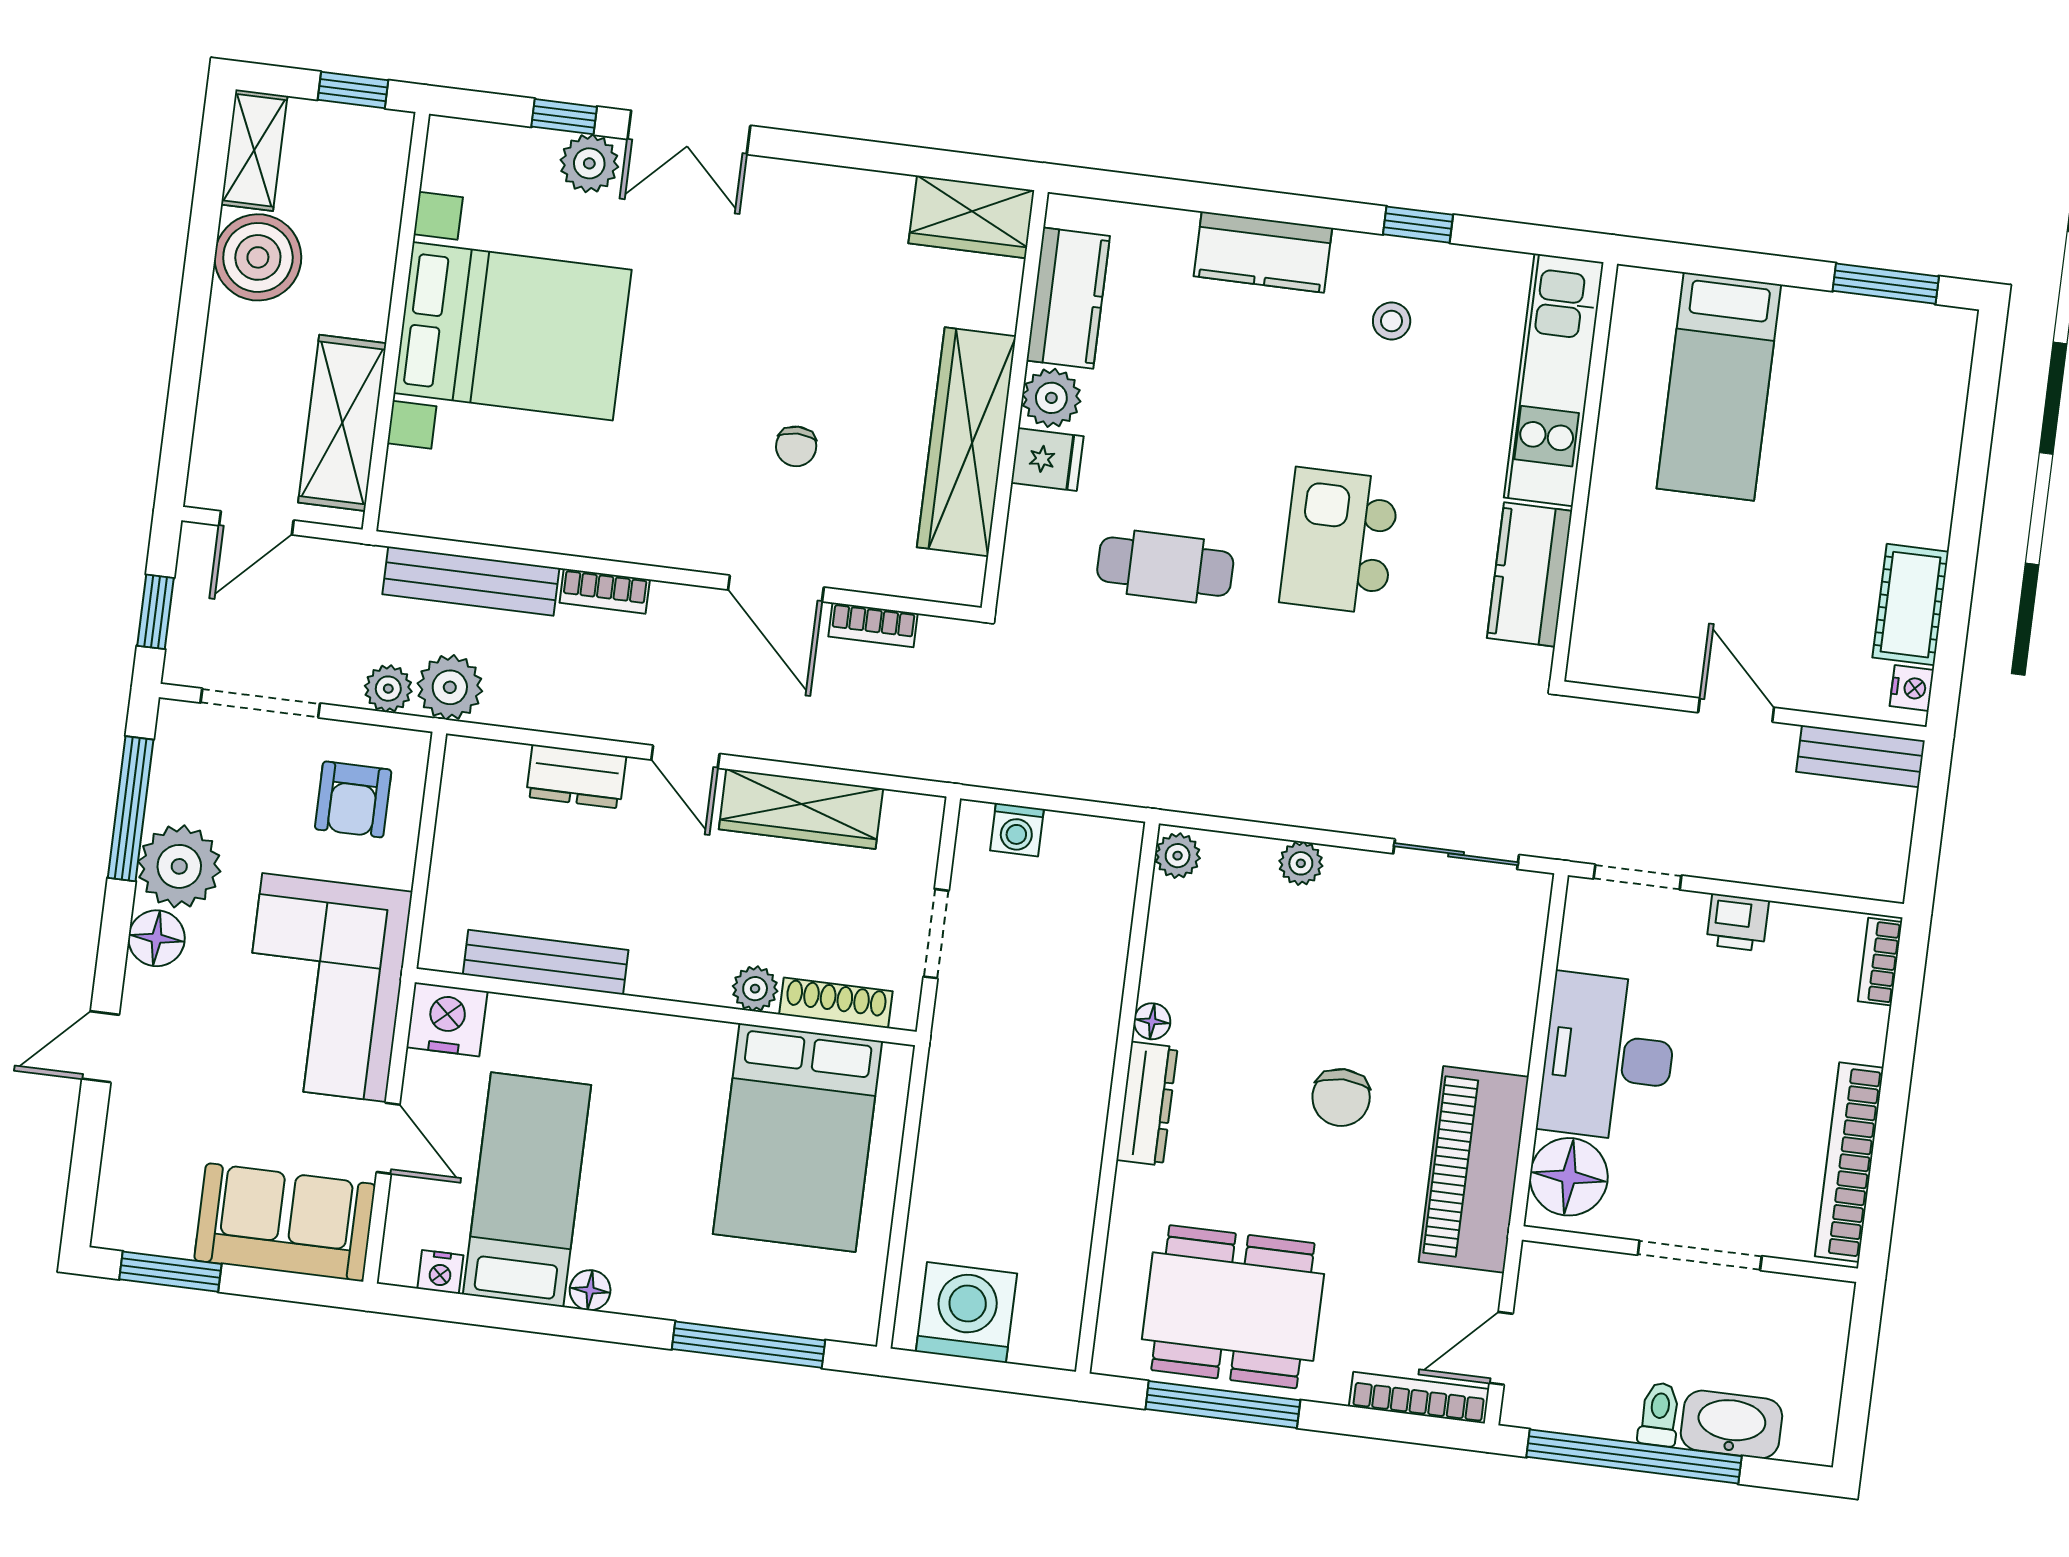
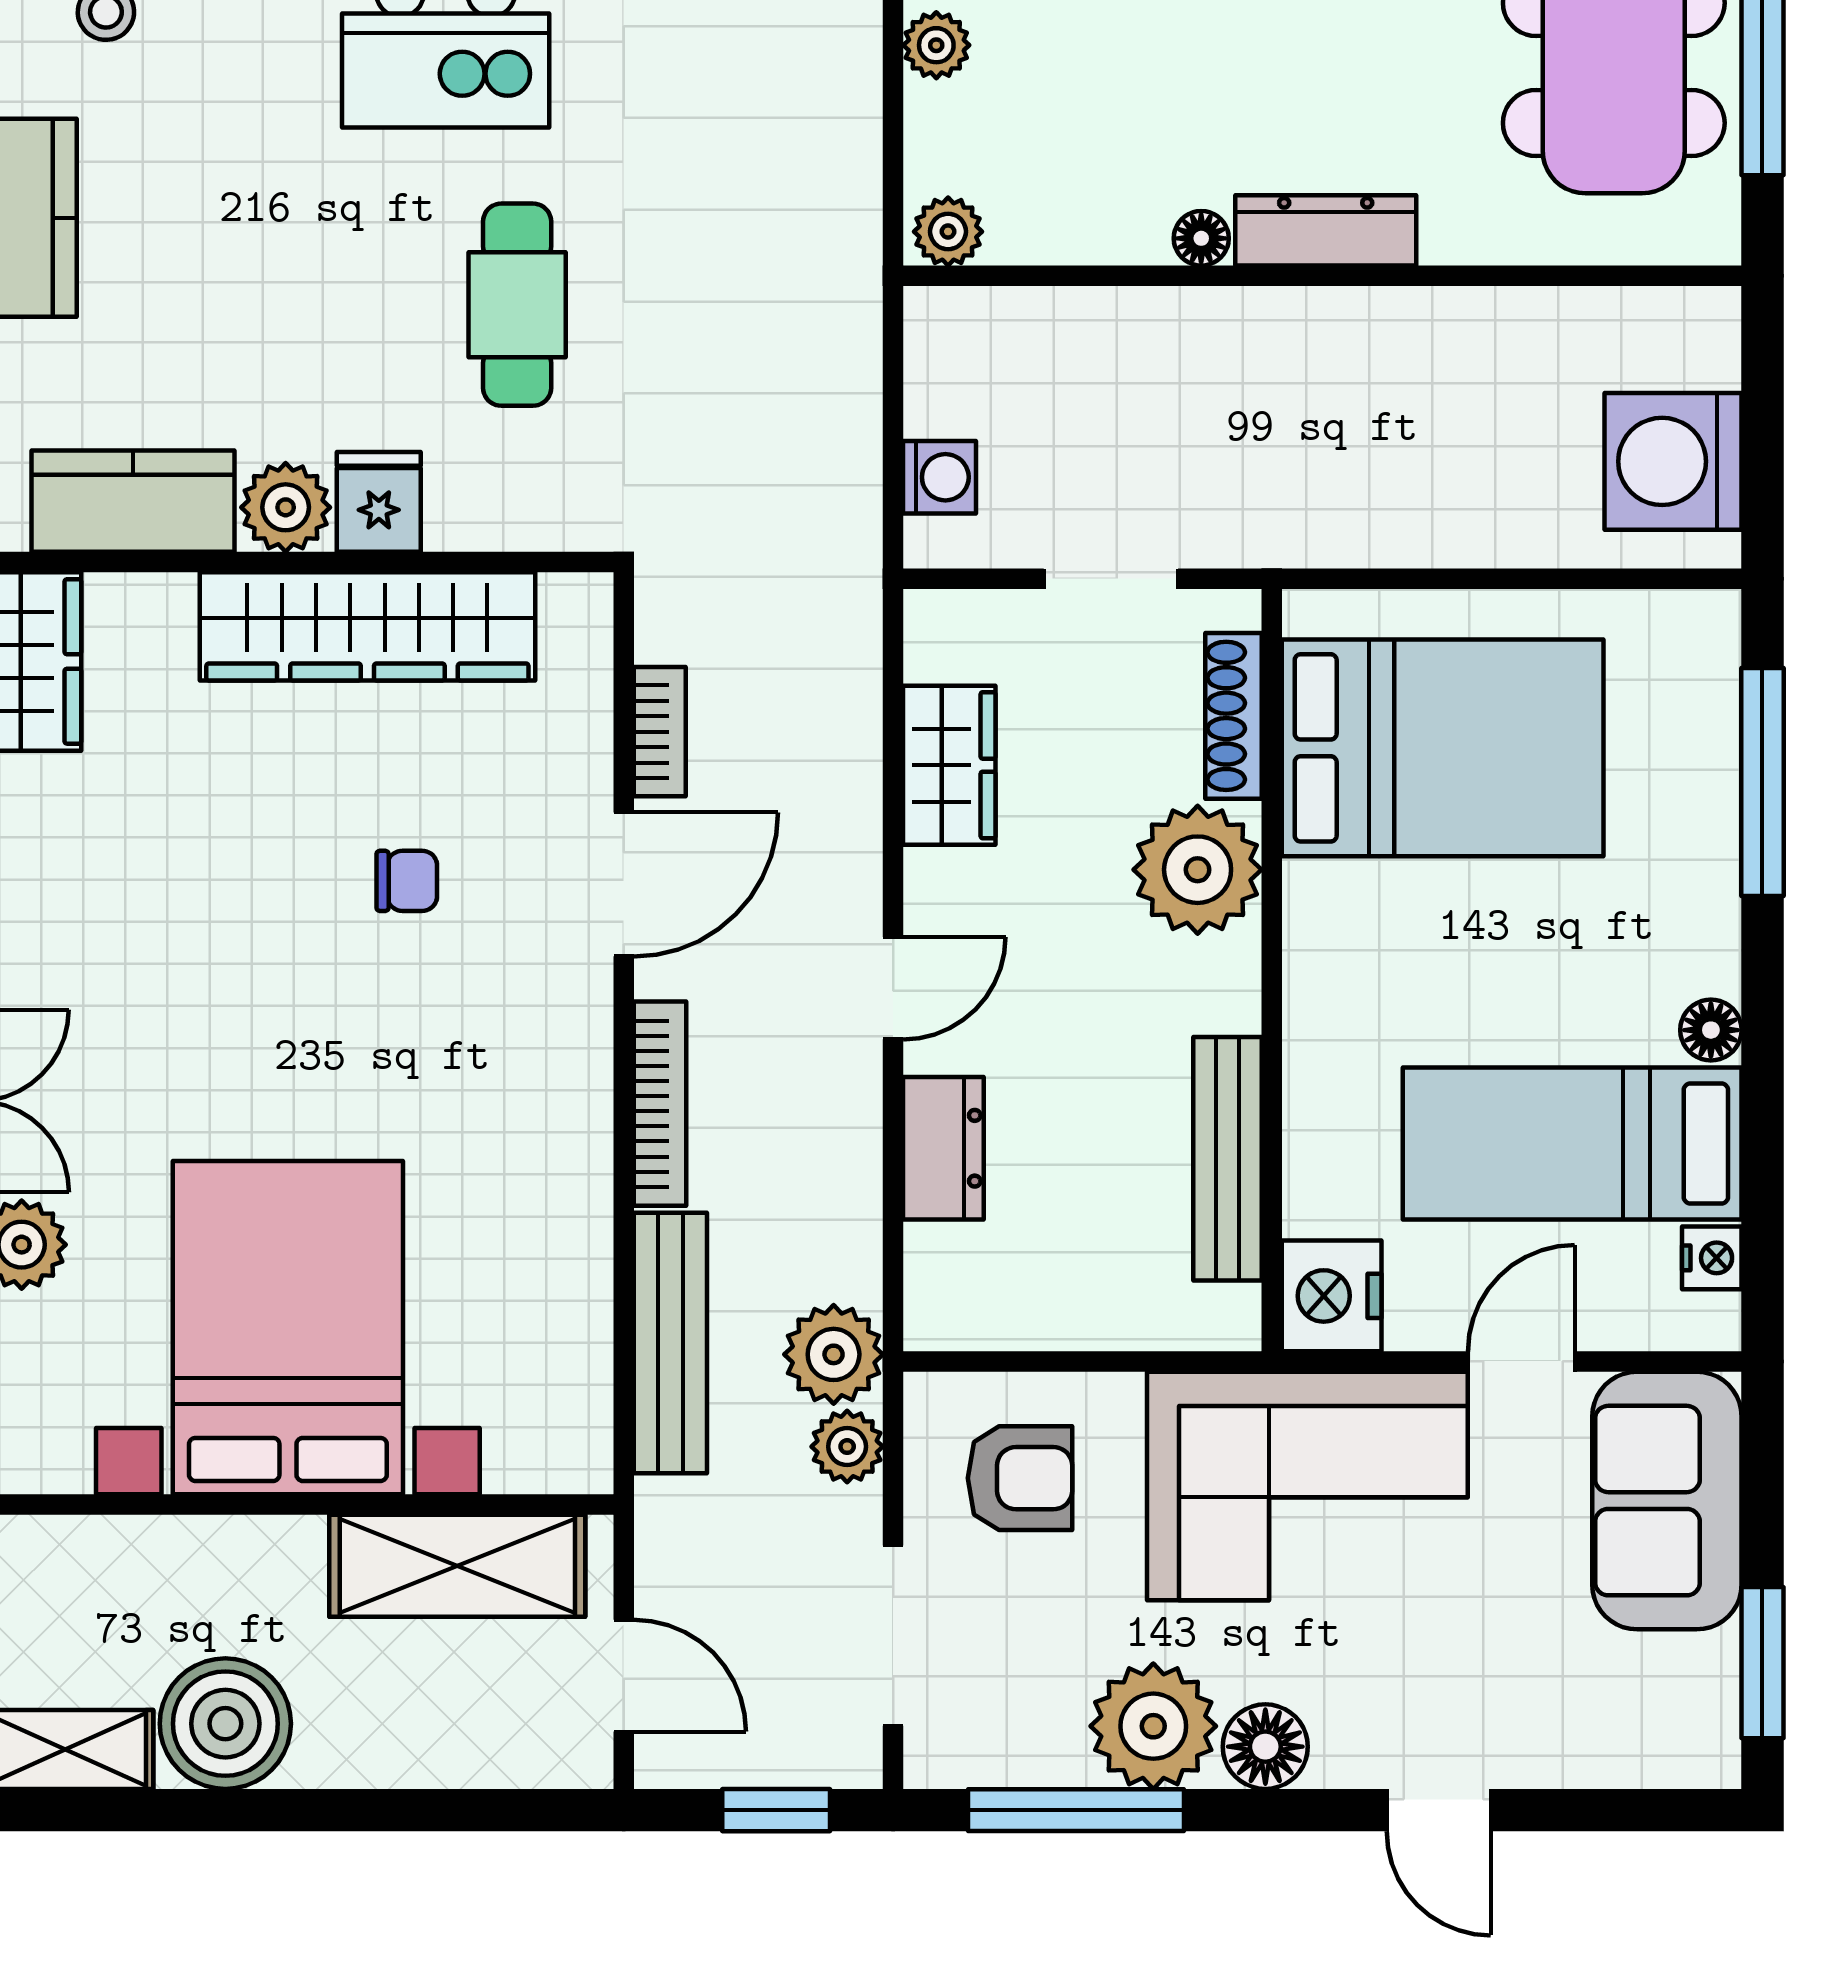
bookcase: (605, 591) -> (660, 1104), width x1.56
wardrobe: (801, 809) -> (949, 765), width x0.67
plant: (755, 989) -> (1198, 870), width x1.88, depth x1.88

